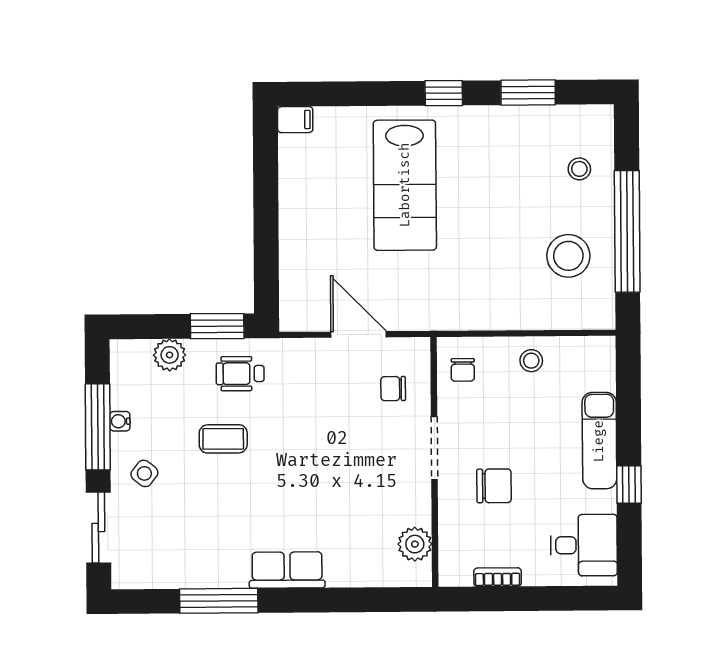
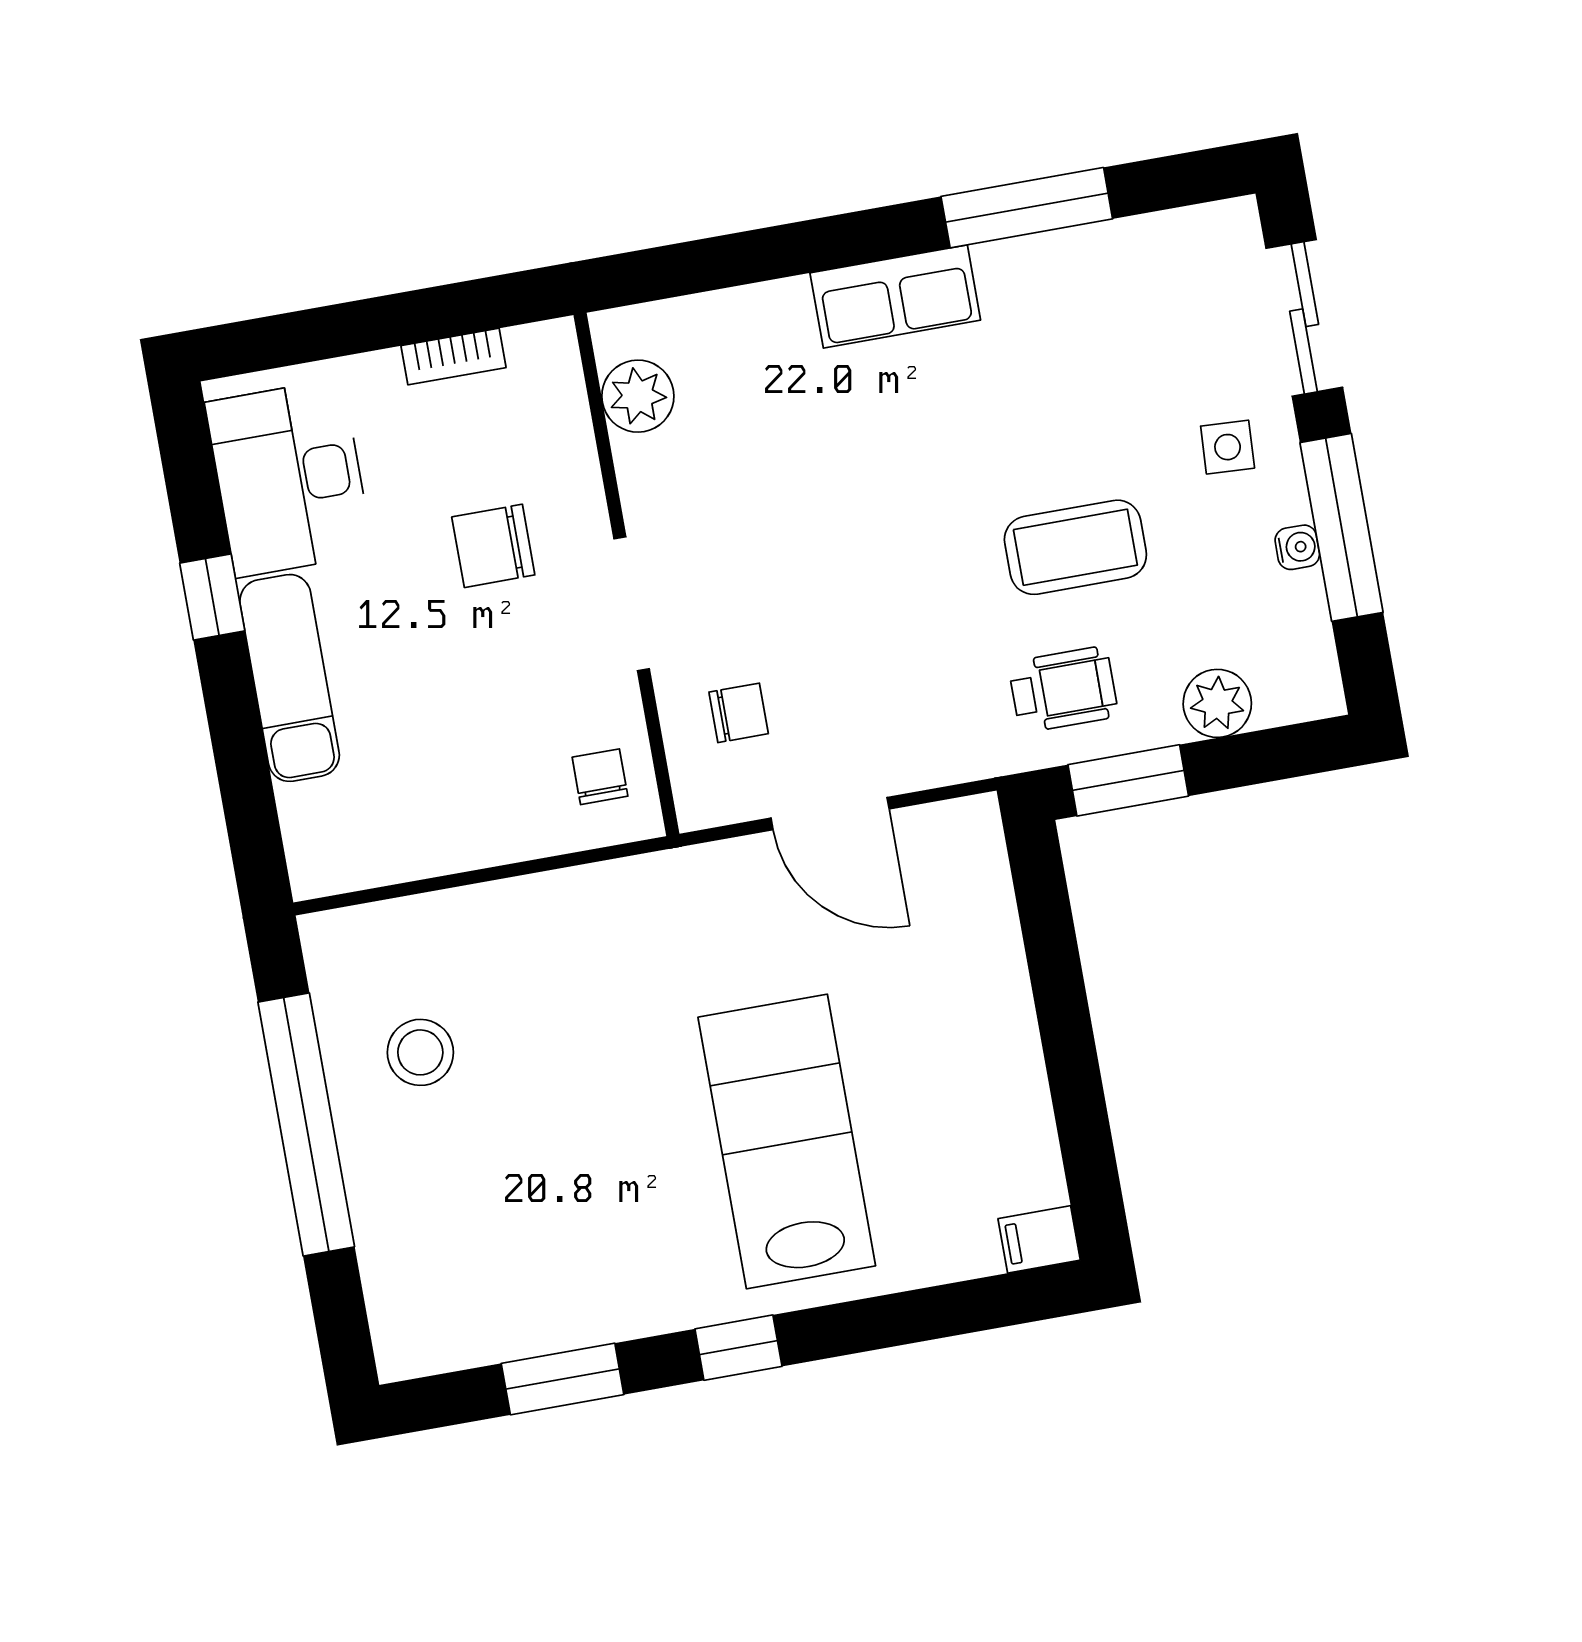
stool: (579, 169) -> (428, 1238), removed
stool: (568, 256) -> (420, 1052), width x0.73, depth x0.73
stool: (531, 361) -> (460, 820), removed
coffee table: (223, 439) -> (1075, 547), width x1.36, depth x1.30
side table: (144, 473) -> (1228, 447), turned -35
desk: (584, 545) -> (289, 478), width x1.37

